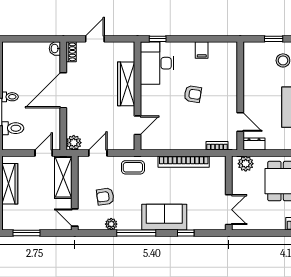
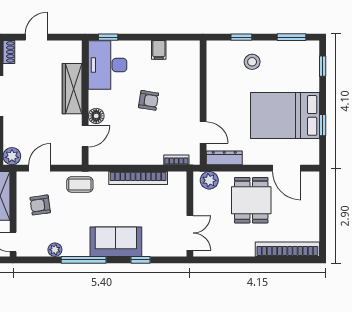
floor lamp: (147, 108) -> (96, 116), added
dresser: (254, 144) -> (224, 158), width x1.44
armchair: (105, 197) -> (40, 205), moved

